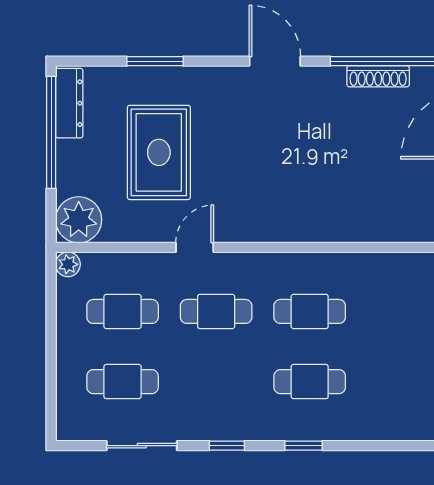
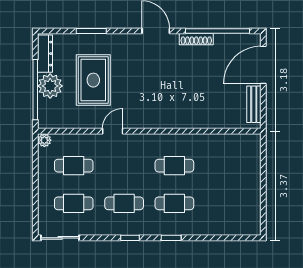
shoe rack: (378, 76) -> (196, 39), moved
window: (51, 132) -> (35, 90), moved
plant: (79, 220) -> (50, 86), moved
cafe table: (216, 311) -> (124, 203), moved
sliding door: (142, 446) -> (60, 238), moved

